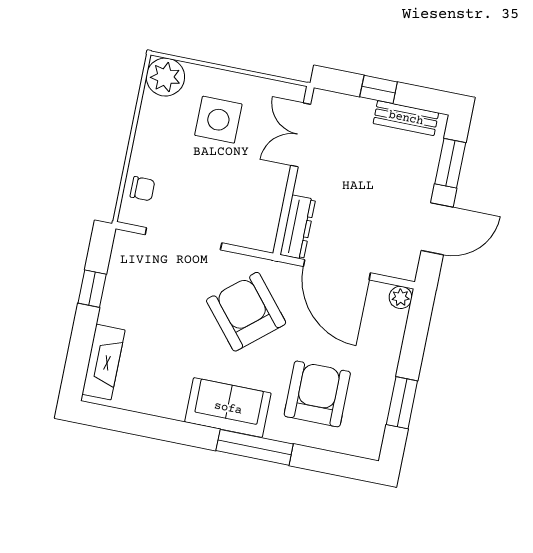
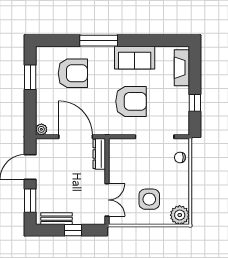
armchair: (246, 312) -> (131, 101), moved, turned -50
armchair: (317, 394) -> (73, 73), turned -90
sofa: (228, 408) -> (135, 58), moved

